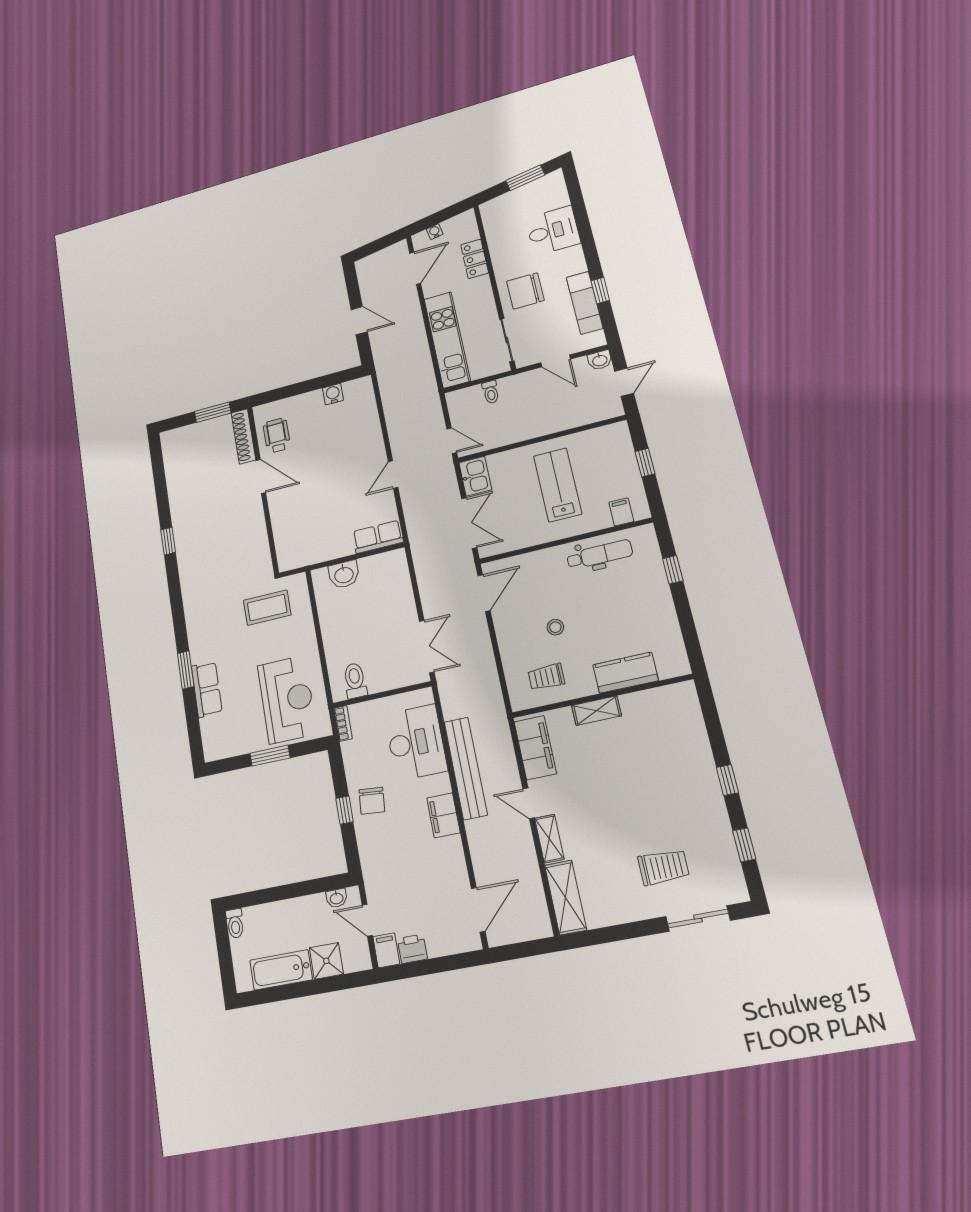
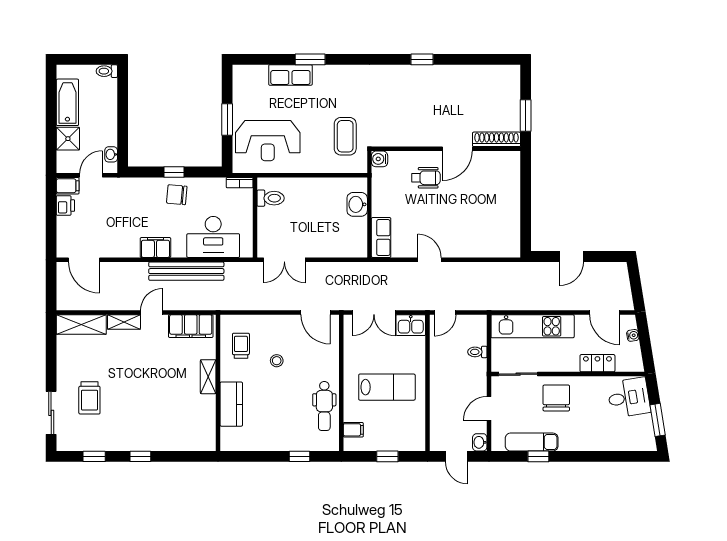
desk: (553, 231) -> (629, 398), moved, turned -99
water cooler: (333, 394) -> (379, 159), moved, turned 180
wheelchair: (277, 435) -> (426, 178), moved

